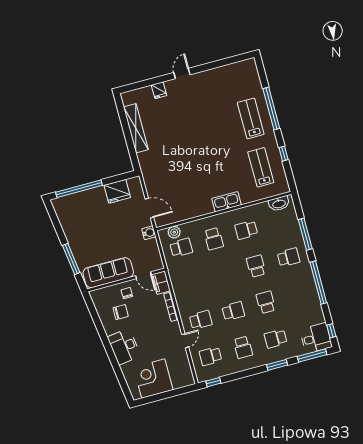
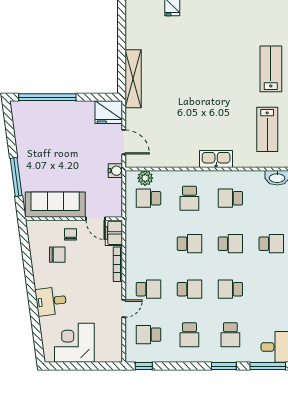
shelving: (136, 128) -> (133, 79), moved
lab bench: (261, 167) -> (267, 129), turned 180
fridge: (117, 191) -> (109, 112), moved
school desk: (181, 248) -> (149, 198), turned 180
school desk: (256, 266) -> (230, 244), turned 90
school desk: (223, 275) -> (189, 244), added
school desk: (266, 302) -> (230, 289), turned -90
school desk: (276, 339) -> (230, 335), turned -90
desk: (124, 347) -> (51, 301), width x0.73

